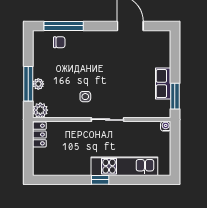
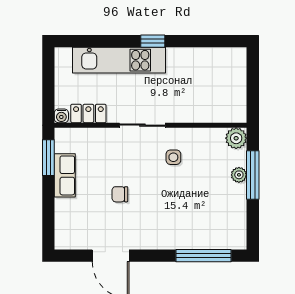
chair: (59, 42) -> (120, 194), moved
locker: (39, 135) -> (88, 113), moved, turned 90

